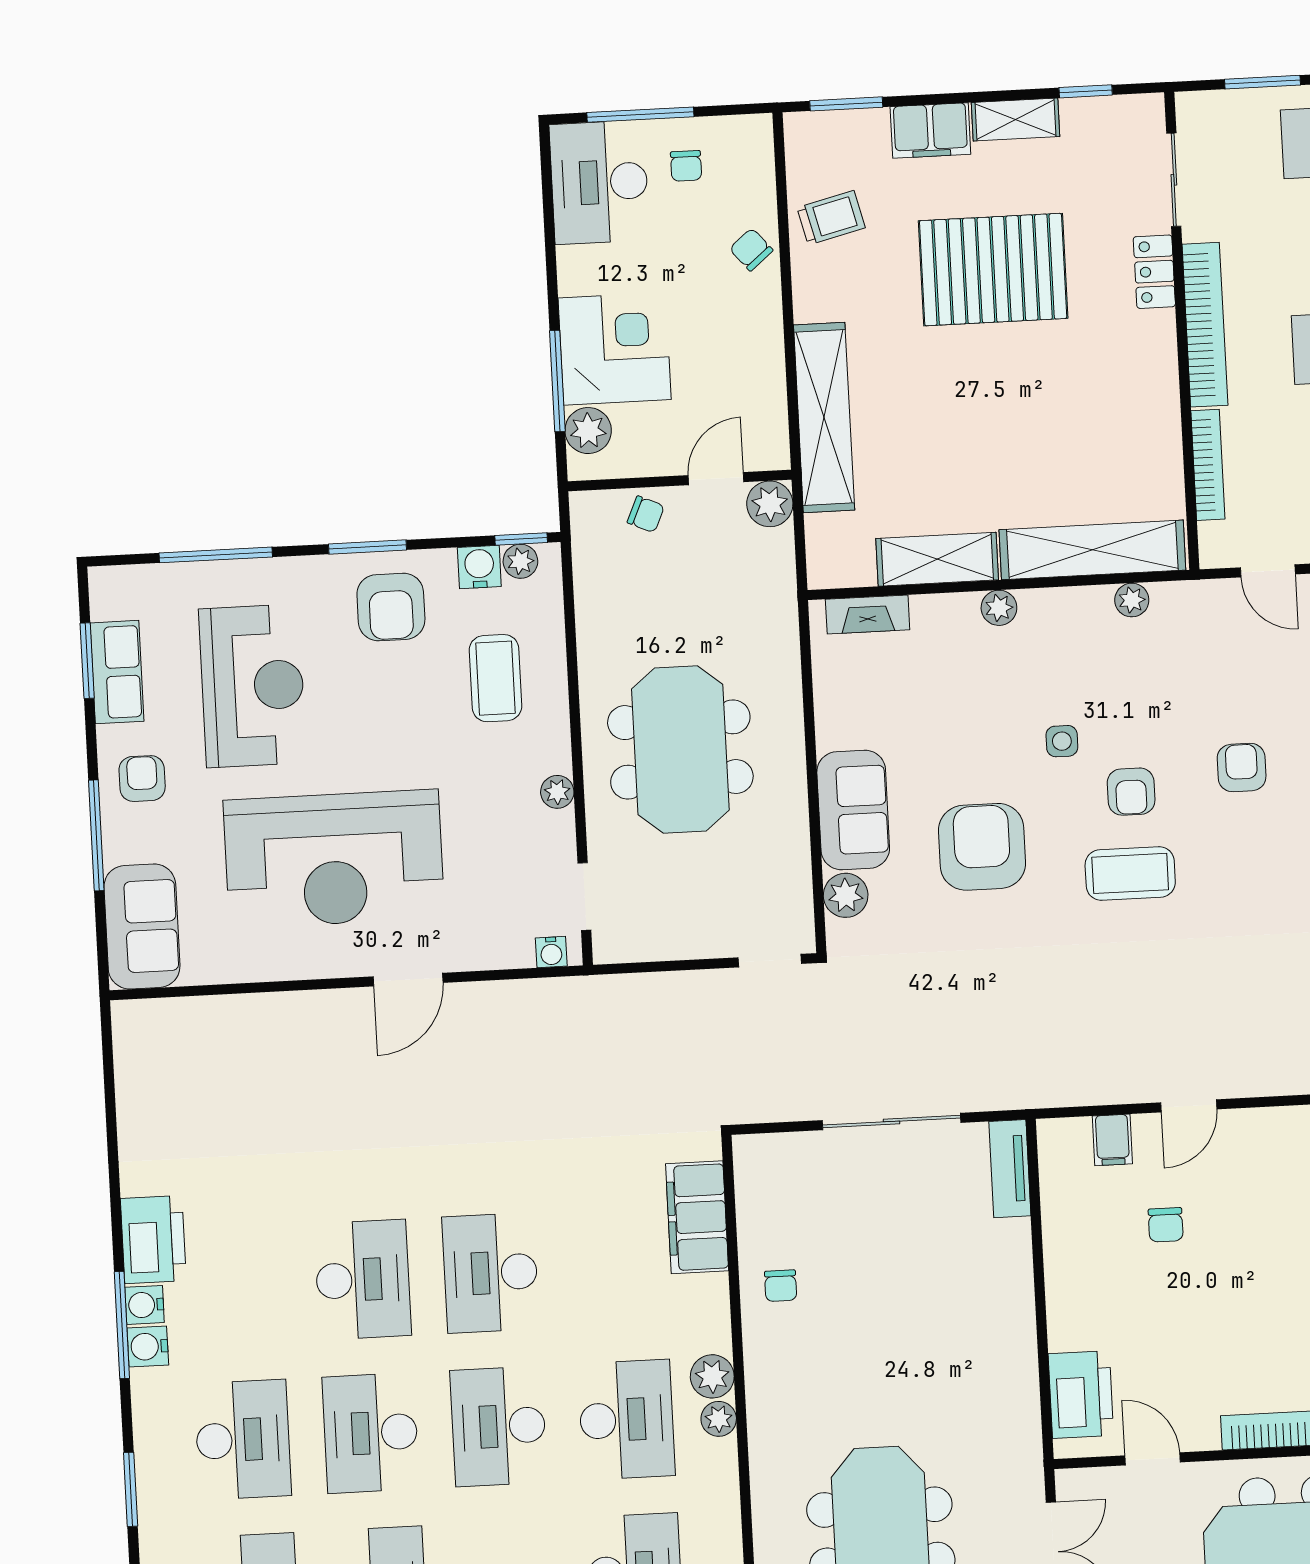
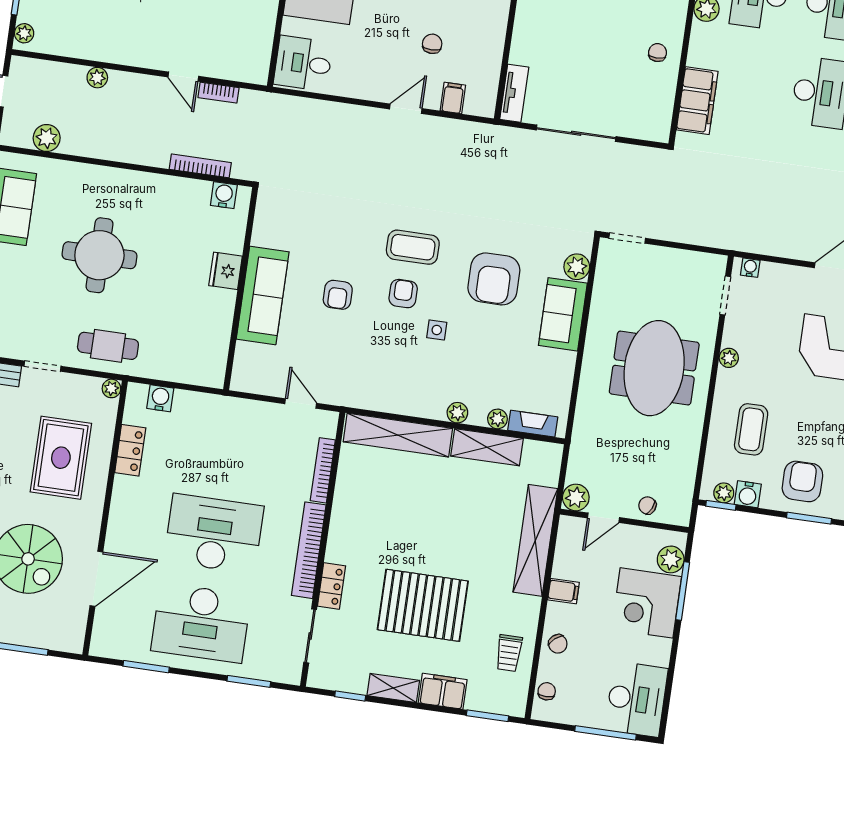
chair: (686, 166) -> (547, 691), moved
trolley: (831, 218) -> (509, 653), turned -76
filing cabinet: (759, 341) -> (564, 591), added
plant: (1132, 600) -> (497, 419), moved

